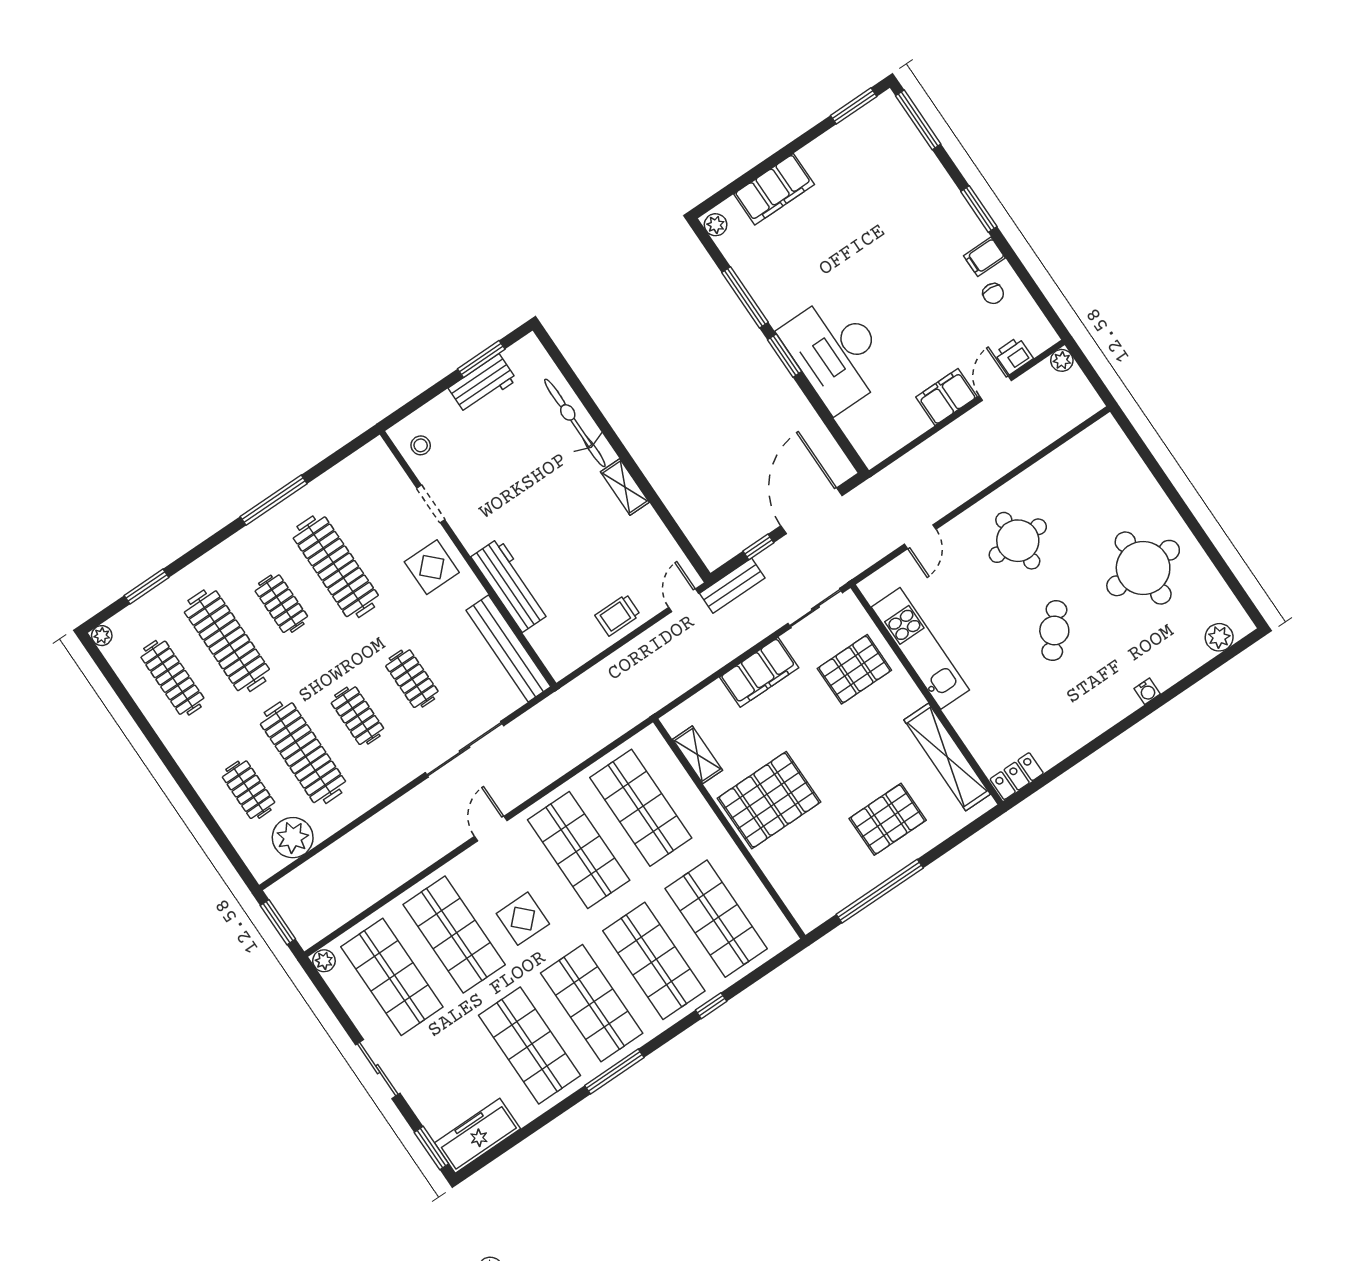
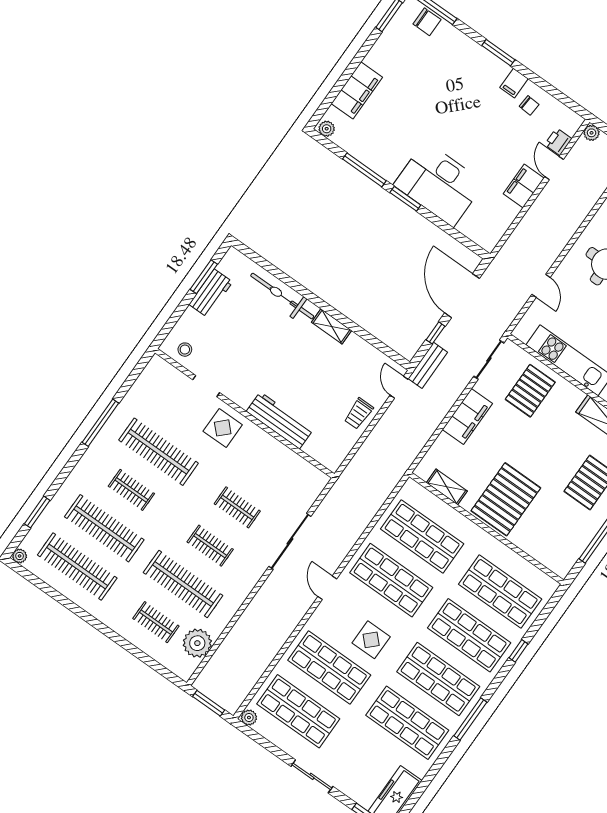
chair: (900, 133) -> (427, 22), added
bench: (508, 648) -> (294, 463), removed
clothes rail: (172, 678) -> (77, 566), width x1.37, depth x1.31

